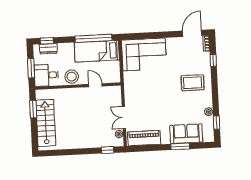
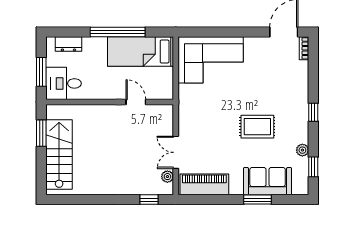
window: (94, 38) -> (118, 32), moved
window: (47, 41) -> (67, 32), removed
window: (213, 60) -> (313, 112), moved
stool: (72, 77) -> (101, 87), removed
rug: (193, 83) -> (257, 127), moved

